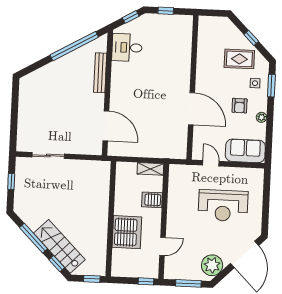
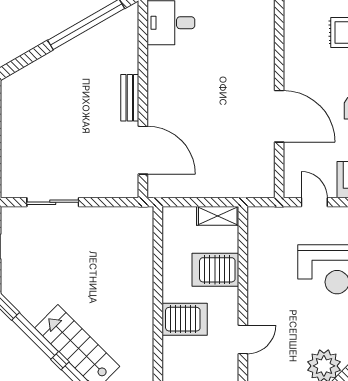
bench: (100, 73) -> (130, 98), moved, width x0.73
server rack: (152, 200) -> (215, 270), width x1.36, depth x1.44
server rack: (127, 232) -> (185, 319), width x0.63

